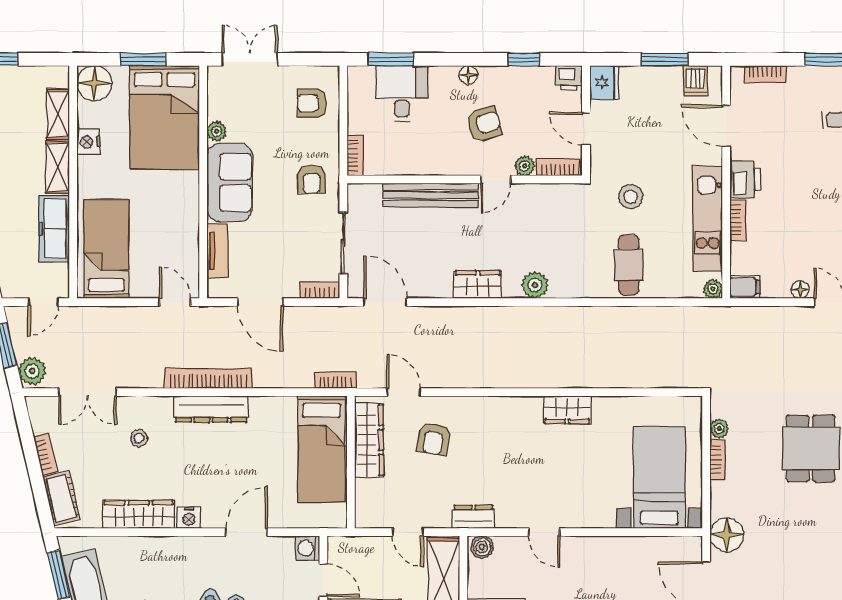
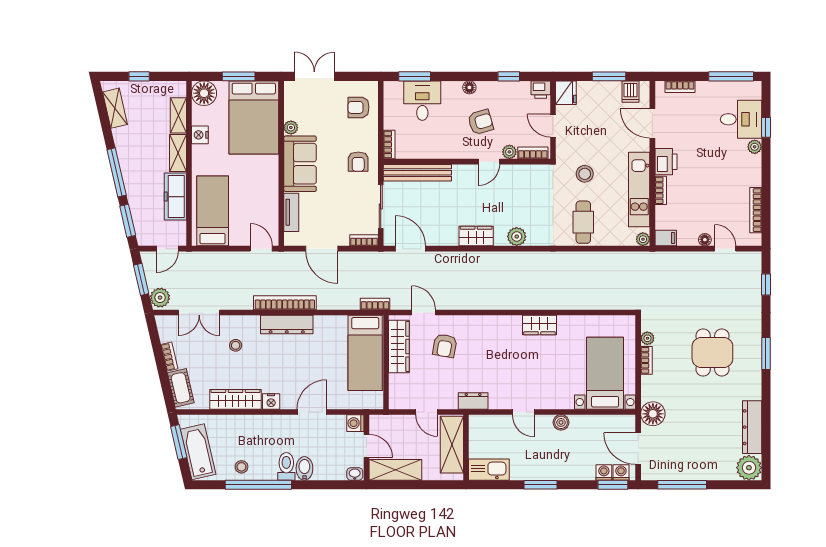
bench: (430, 195) -> (417, 173), moved
boiler: (482, 547) -> (561, 422), moved

